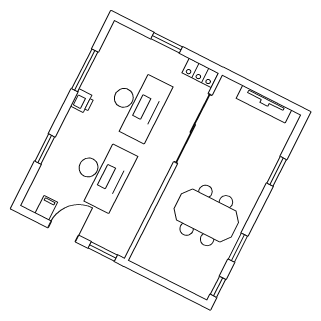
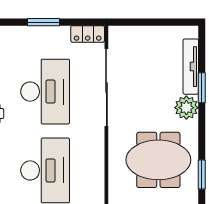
tv unit: (264, 104) -> (191, 67), moved, turned 90
plant: (254, 182) -> (186, 108), added

